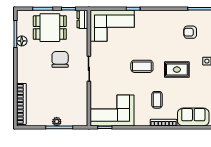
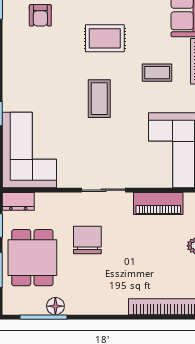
chair: (60, 59) -> (87, 240), turned 90
rug: (177, 70) -> (105, 38), turned 90
piano: (81, 101) -> (158, 203), added

